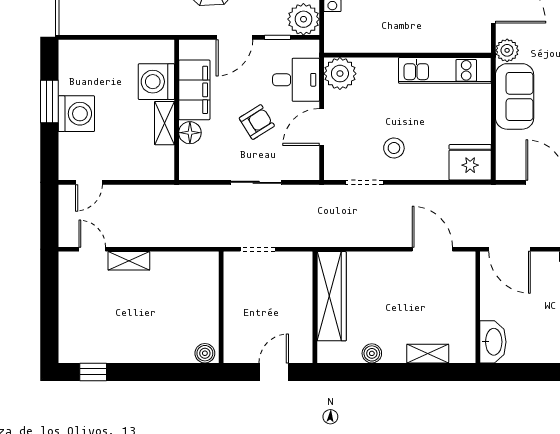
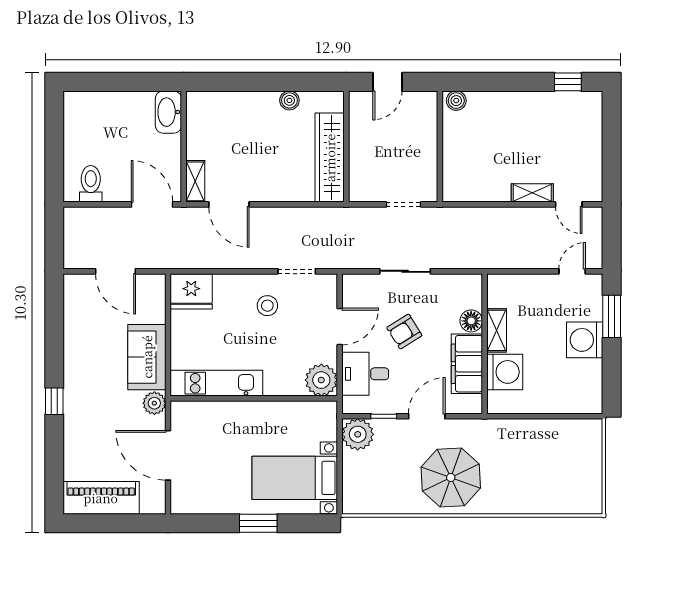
window: (49, 102) -> (612, 316), moved
shelving: (428, 354) -> (195, 181), moved, turned 90

